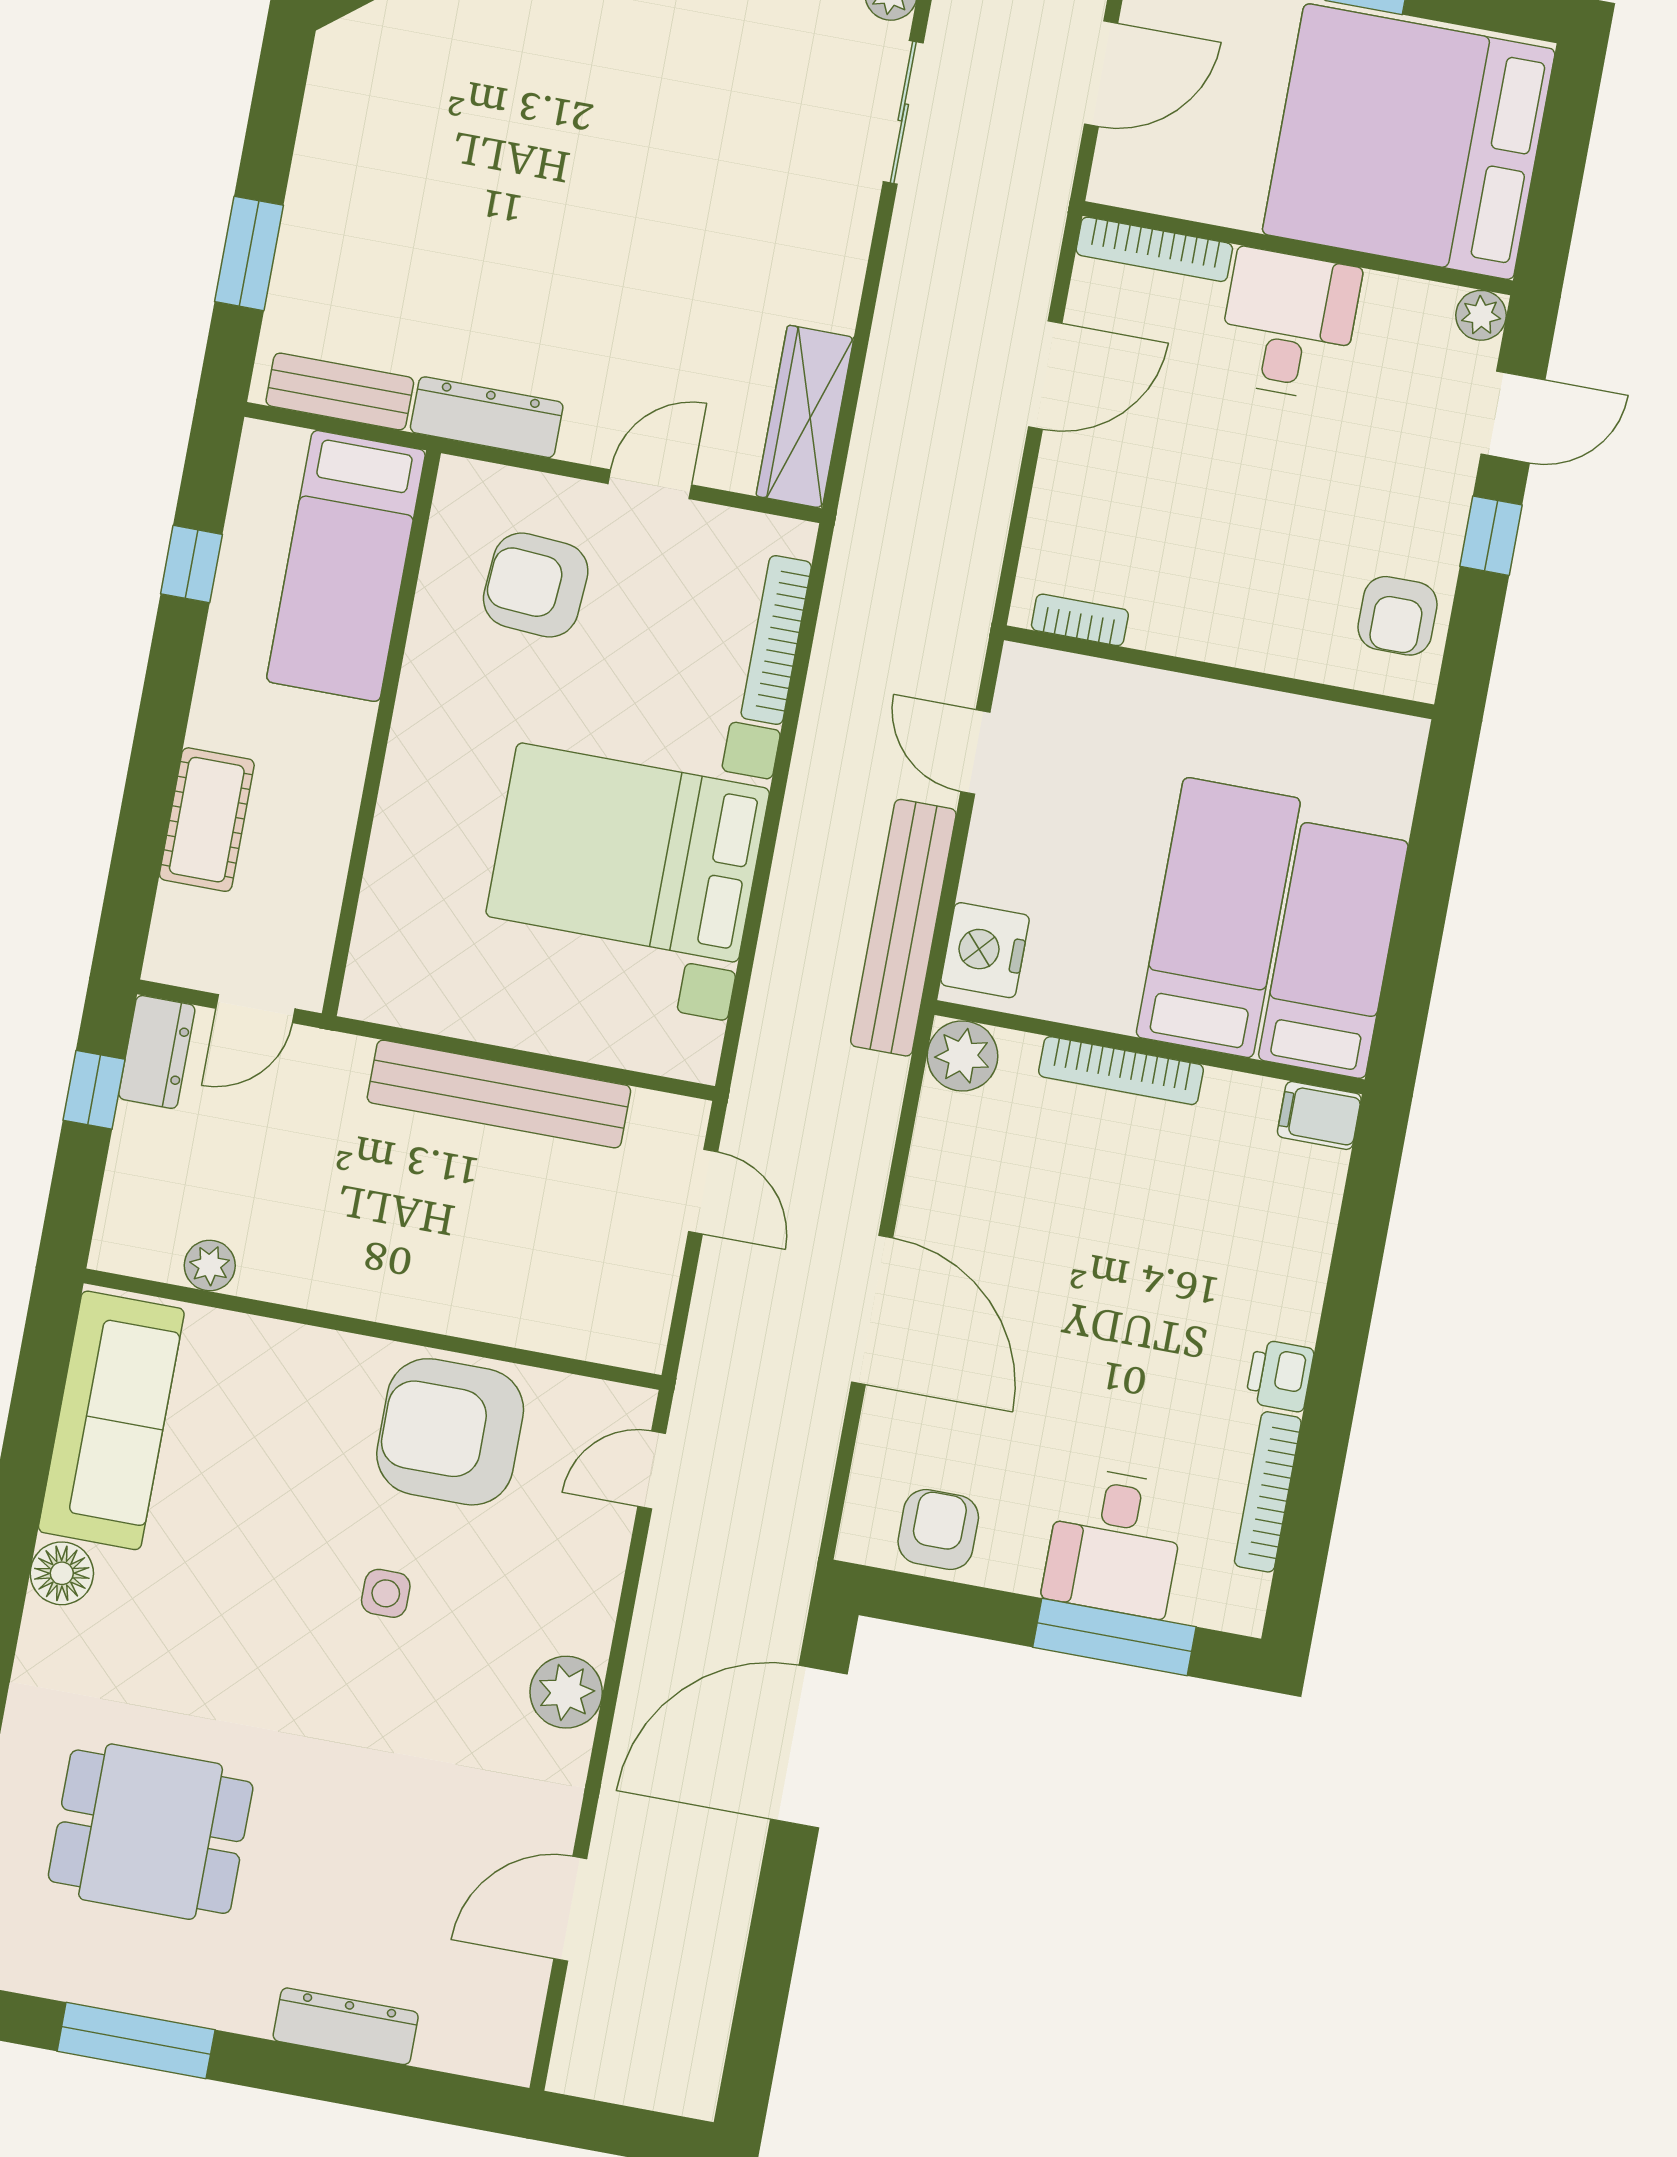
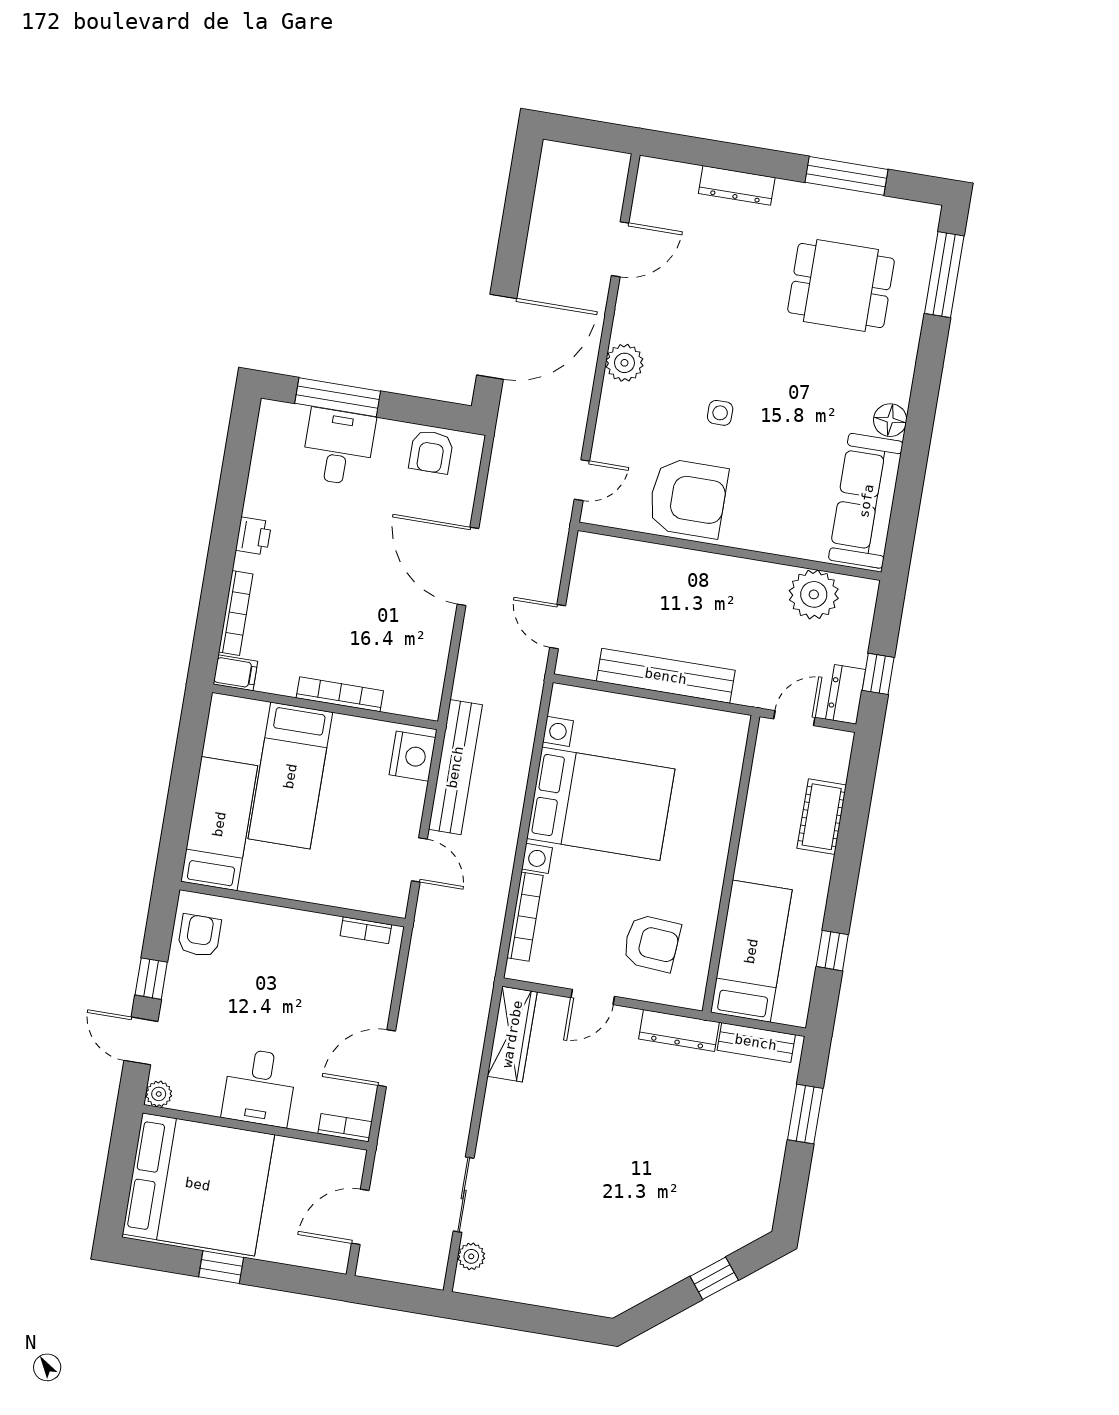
bookcase: (1154, 249) -> (345, 1128), width x0.64
door: (1513, 417) -> (141, 1041), hinge flipped
bed: (1333, 950) -> (219, 824), moved, turned 180
plant: (962, 1056) -> (423, 700), removed
plant: (210, 1266) -> (814, 594), width x1.87, depth x1.87
bookcase: (1268, 1492) -> (236, 613), moved

